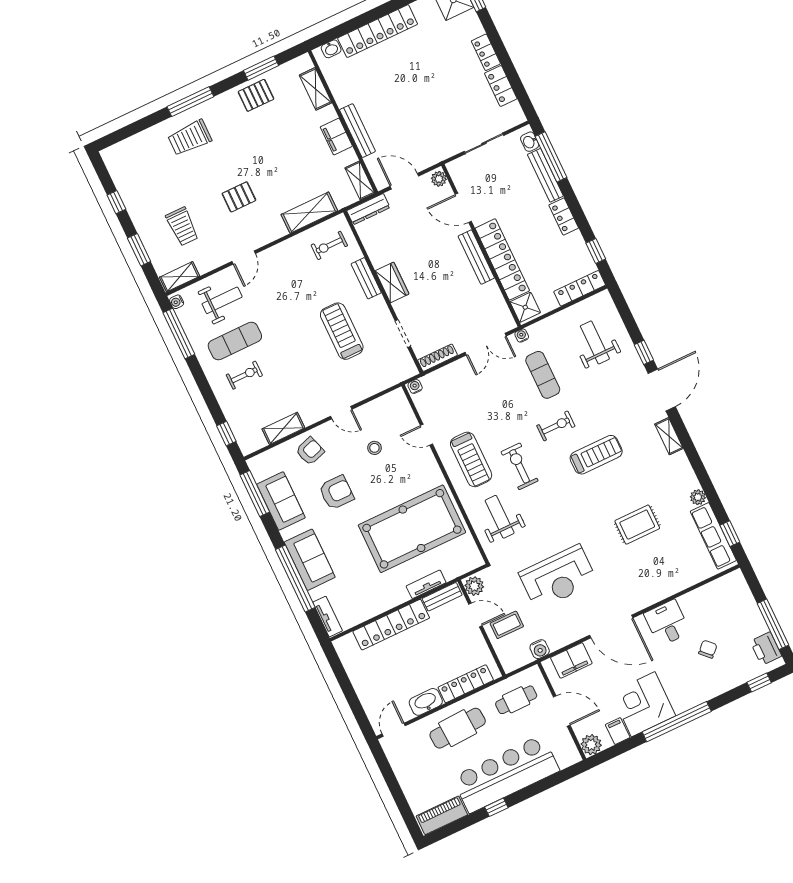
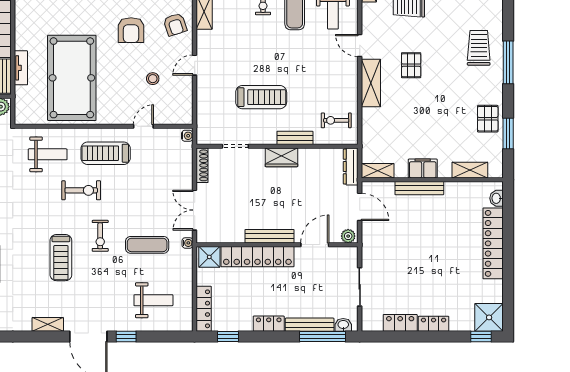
door: (404, 181) -> (360, 207), hinge flipped
shelving: (309, 213) -> (371, 83), moved
exercise bike: (329, 245) -> (336, 120), turned -90

